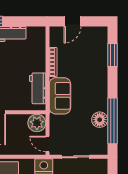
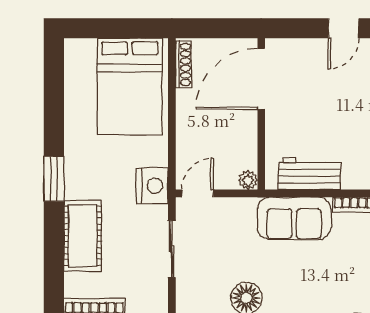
plant: (37, 123) -> (248, 180), width x0.53, depth x0.53

